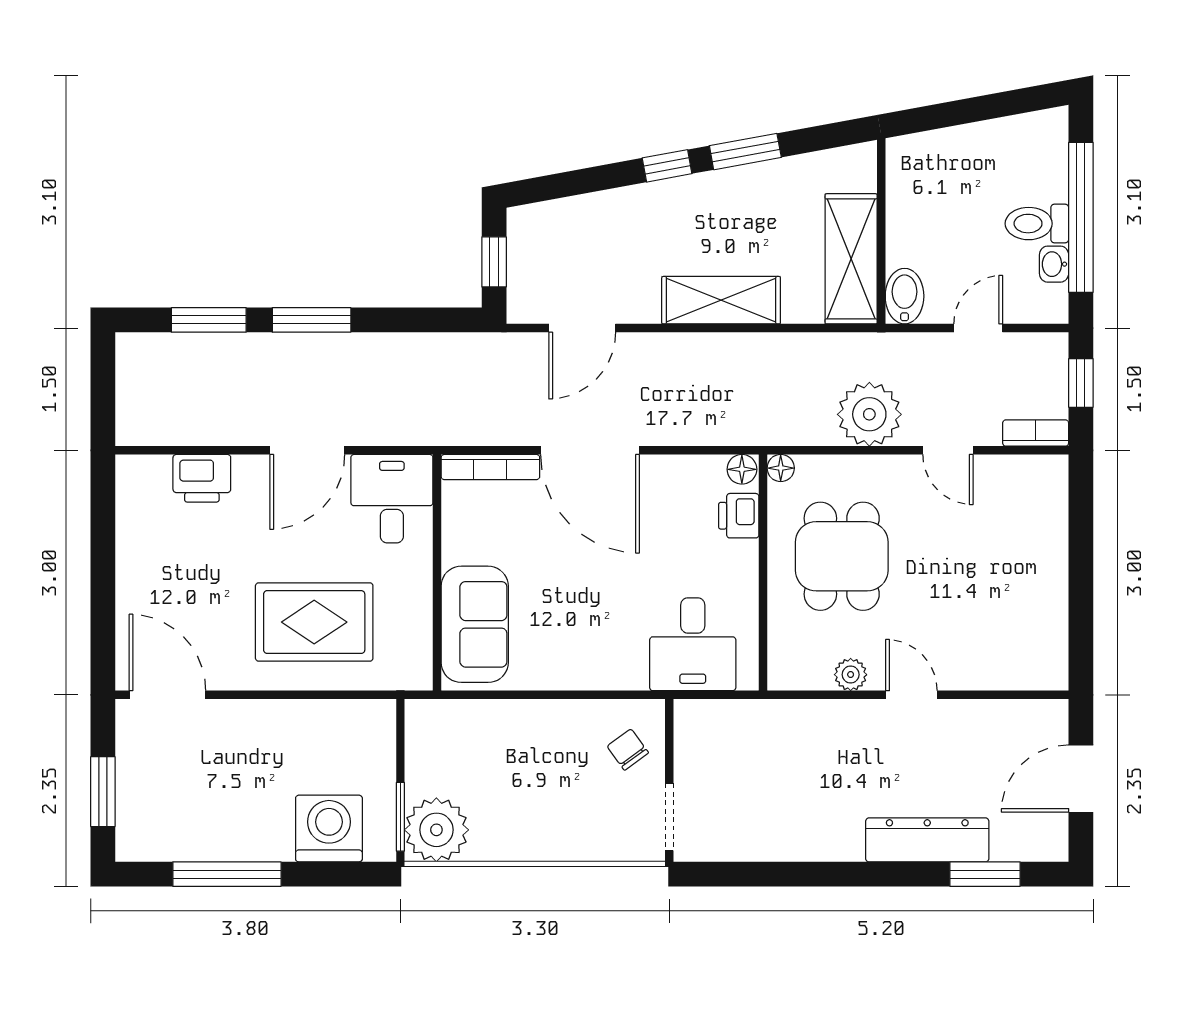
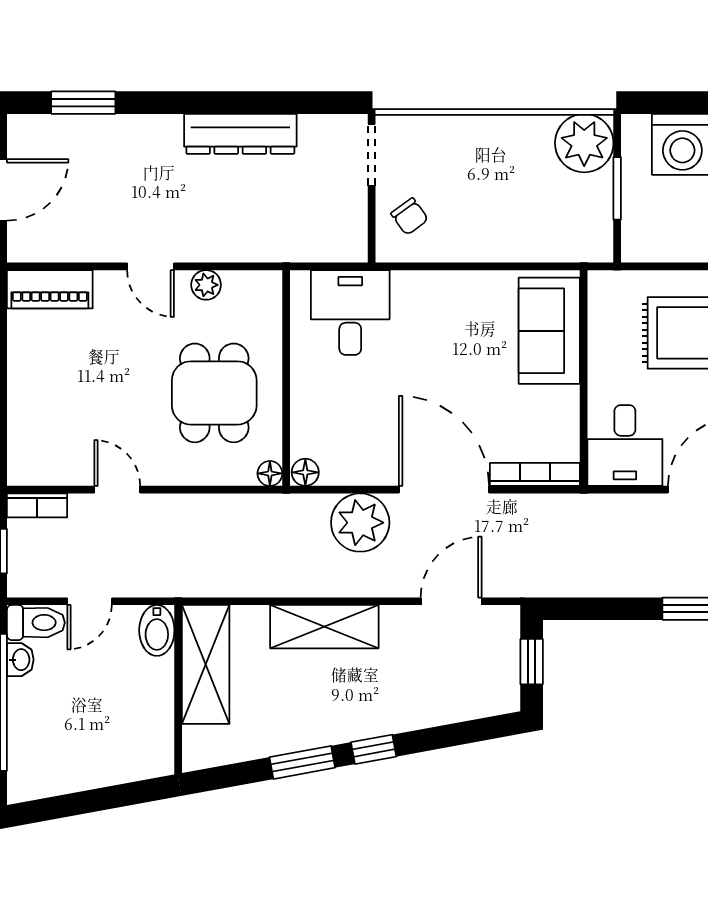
toilet: (1037, 224) -> (36, 623), moved
plant: (869, 414) -> (360, 523), moved
printer: (739, 516) -> (308, 430), removed
piano: (1022, 670) -> (50, 289), added
window: (400, 817) -> (617, 188), moved
dresser: (927, 840) -> (240, 134), moved

